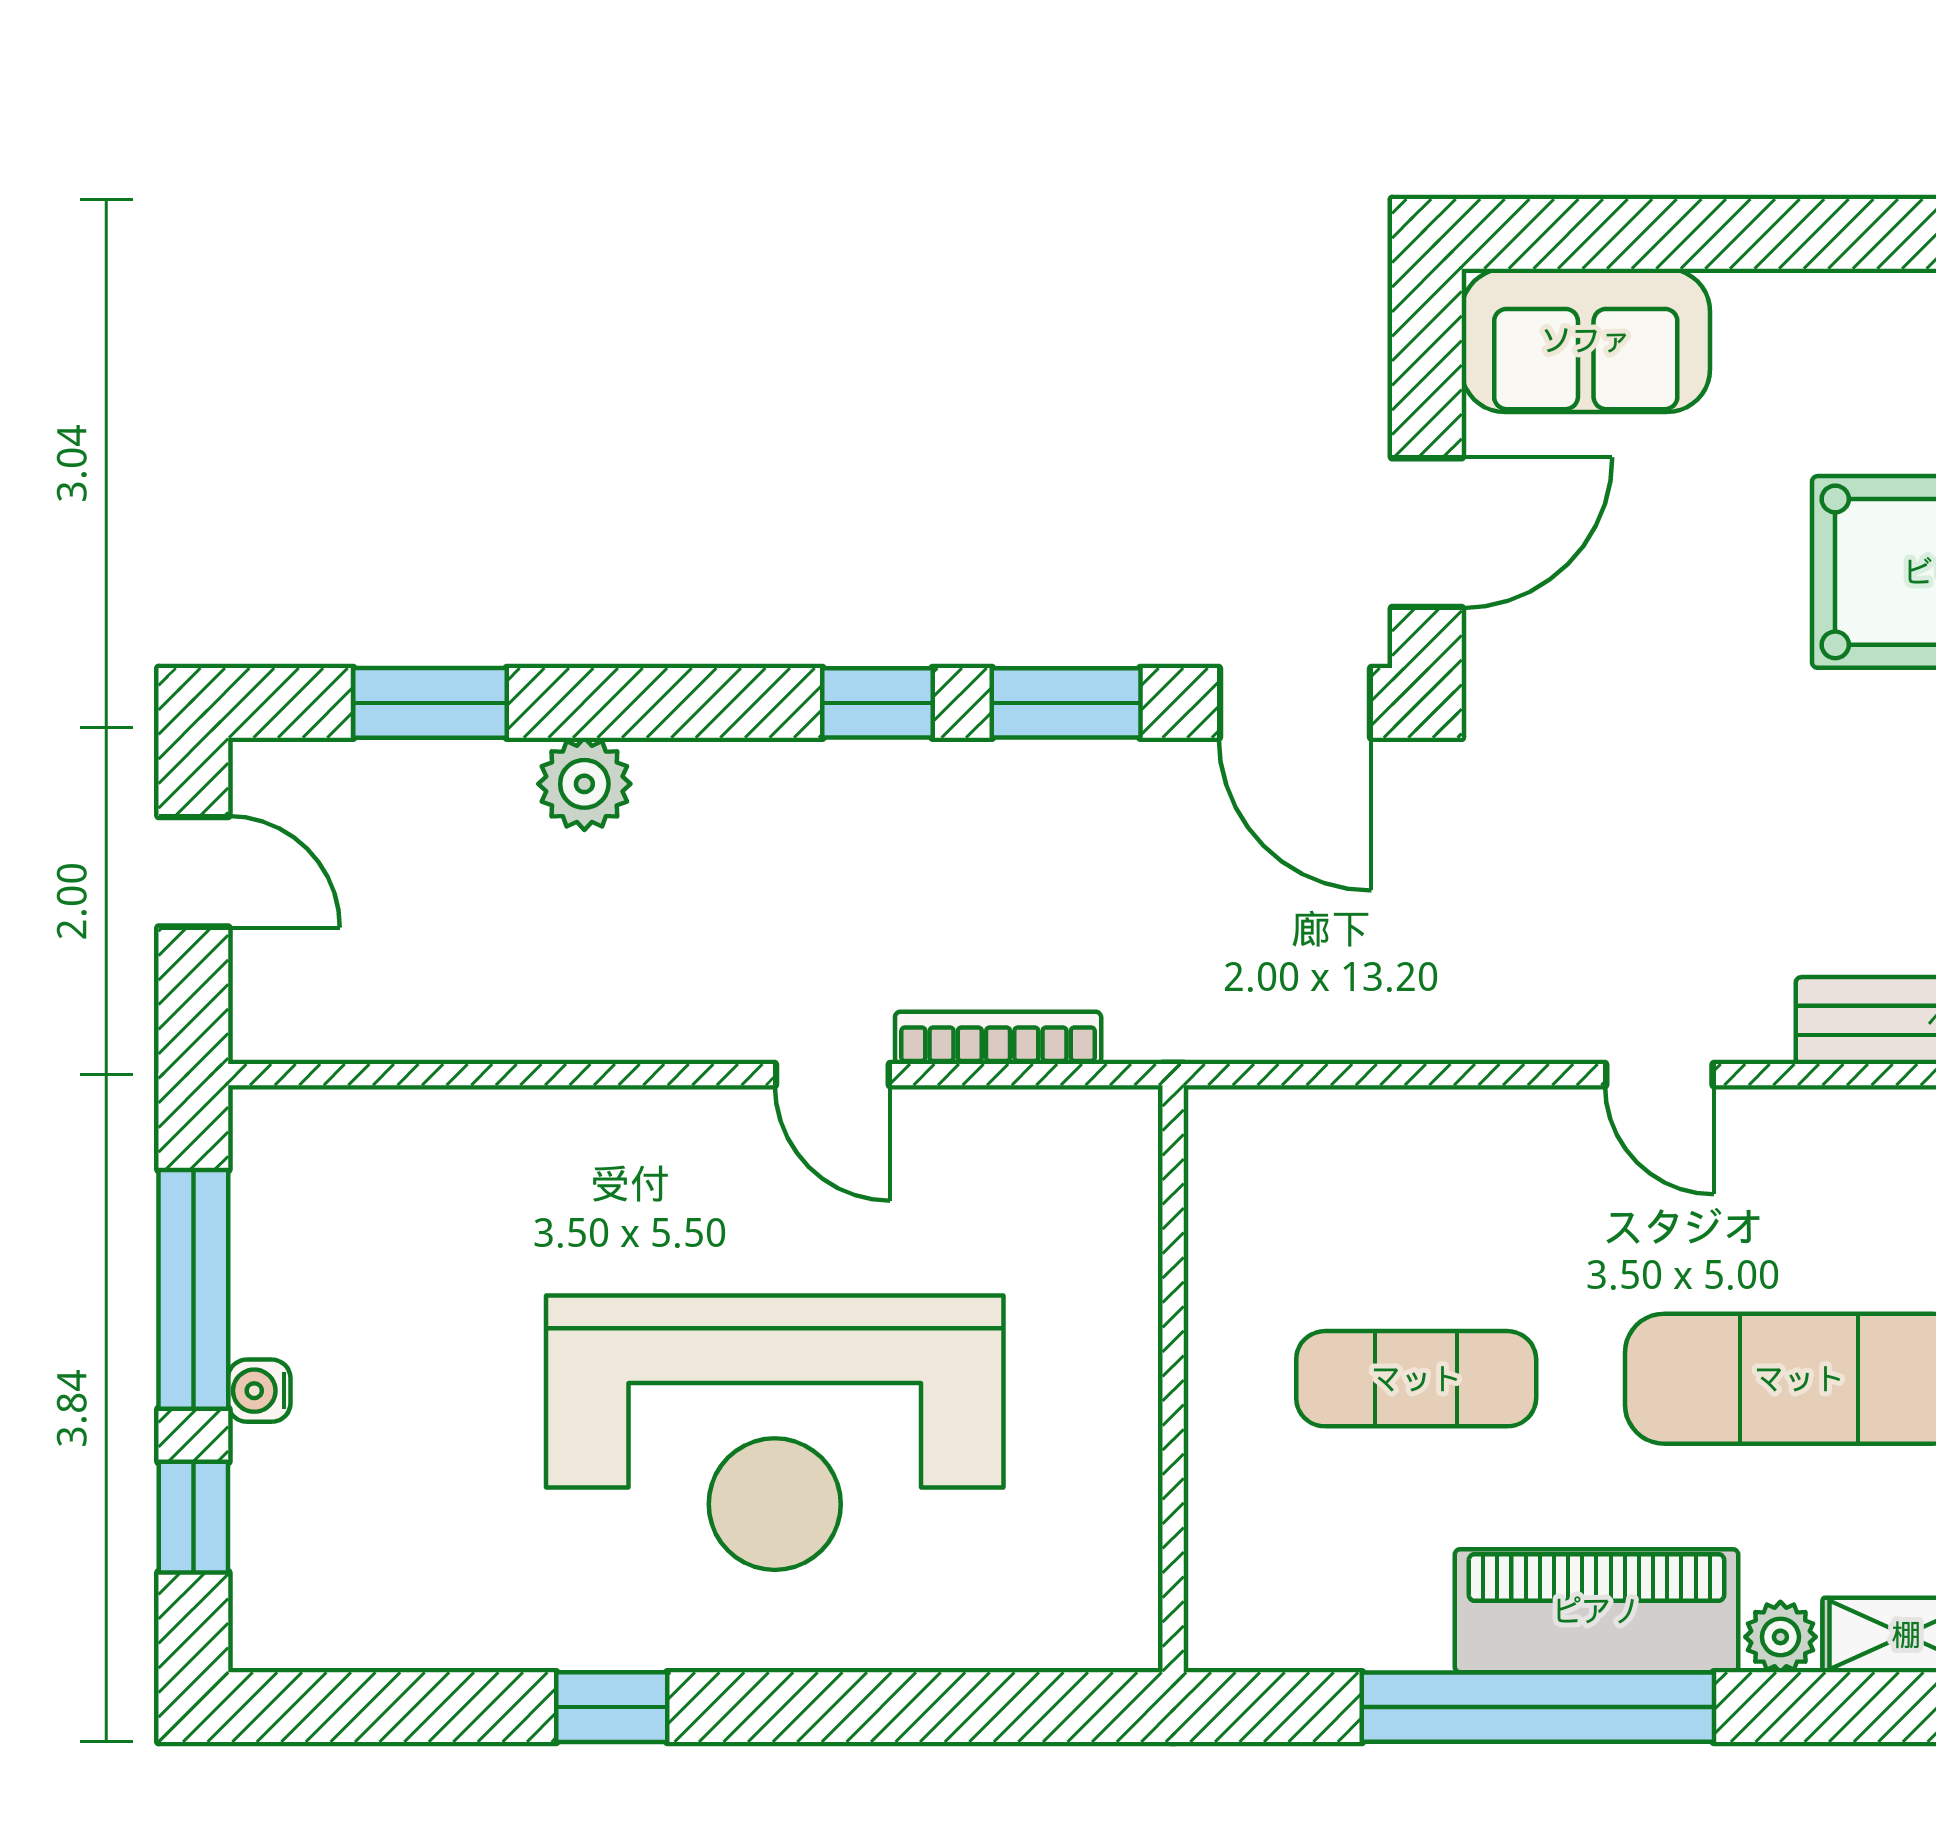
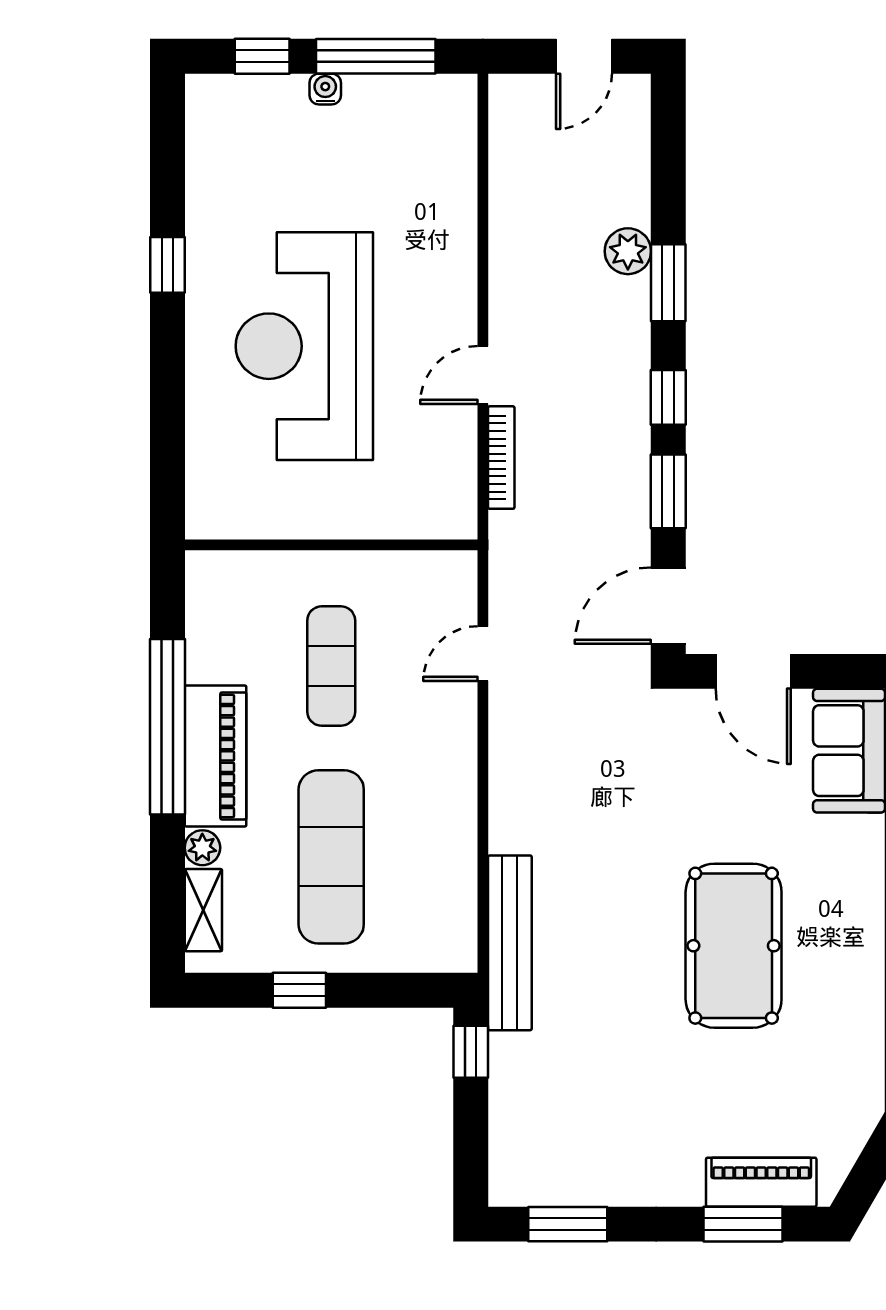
window: (430, 703) -> (668, 283), moved
door: (1659, 1075) -> (483, 654), moved

